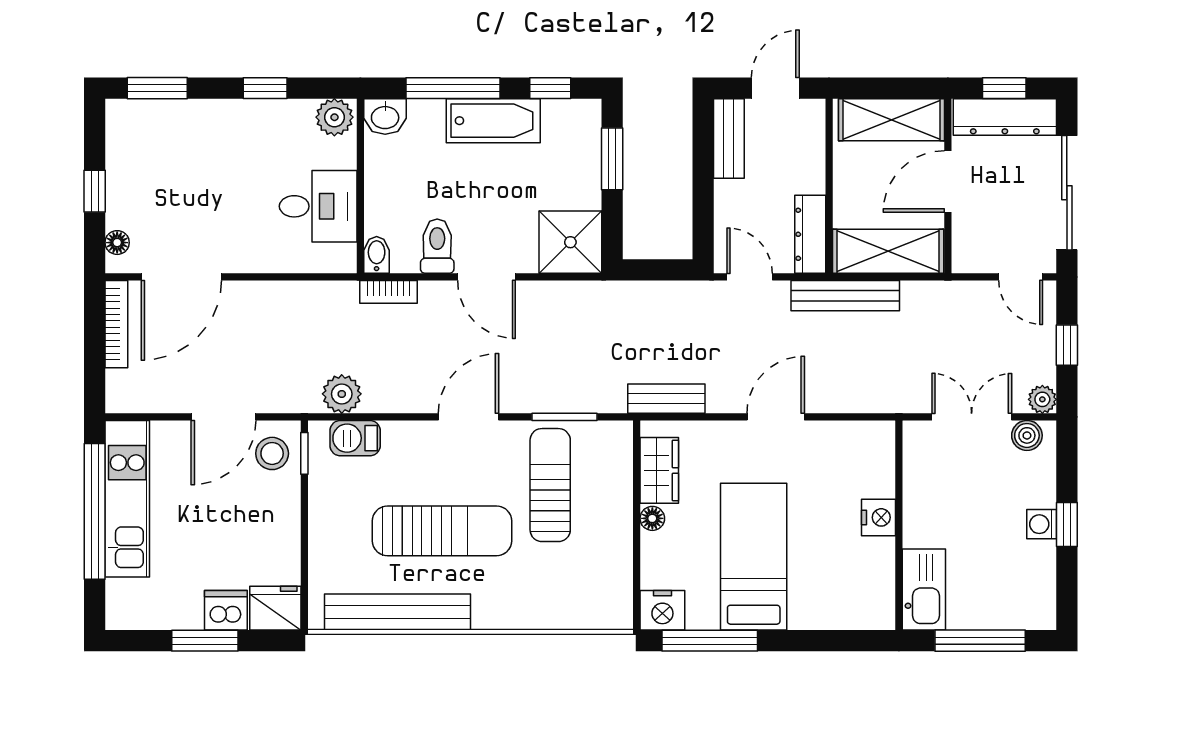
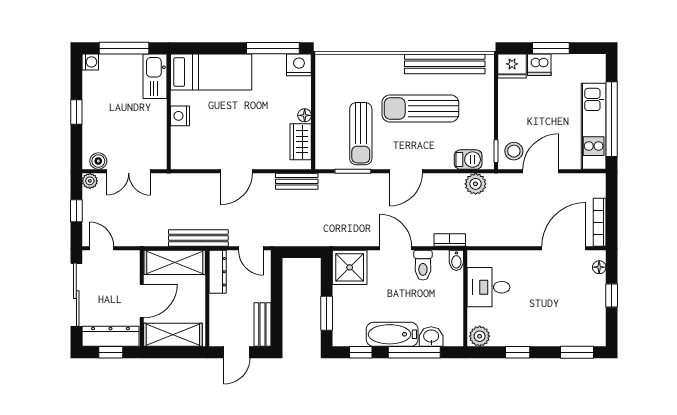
washbasin: (385, 117) -> (431, 337), moved
washing machine: (1042, 524) -> (90, 62), moved
bed: (754, 557) -> (211, 72), moved, turned -90

